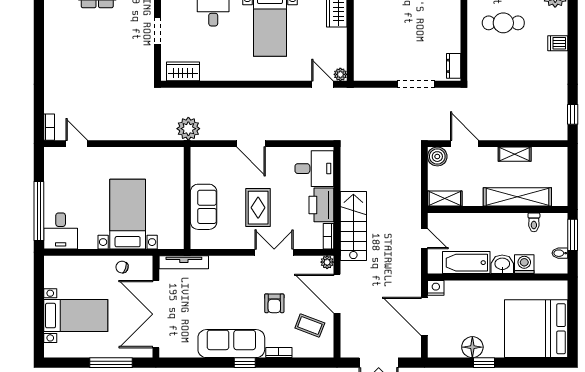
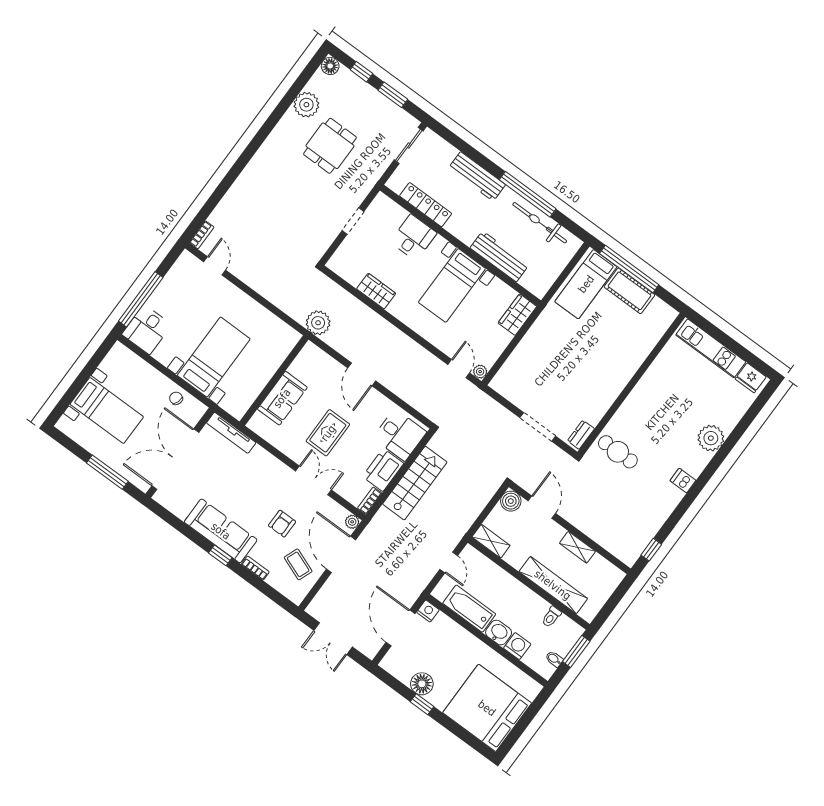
cafe table: (503, 23) -> (618, 452), moved
wardrobe: (183, 71) -> (376, 291), moved
stairs: (353, 226) -> (415, 483), moved

